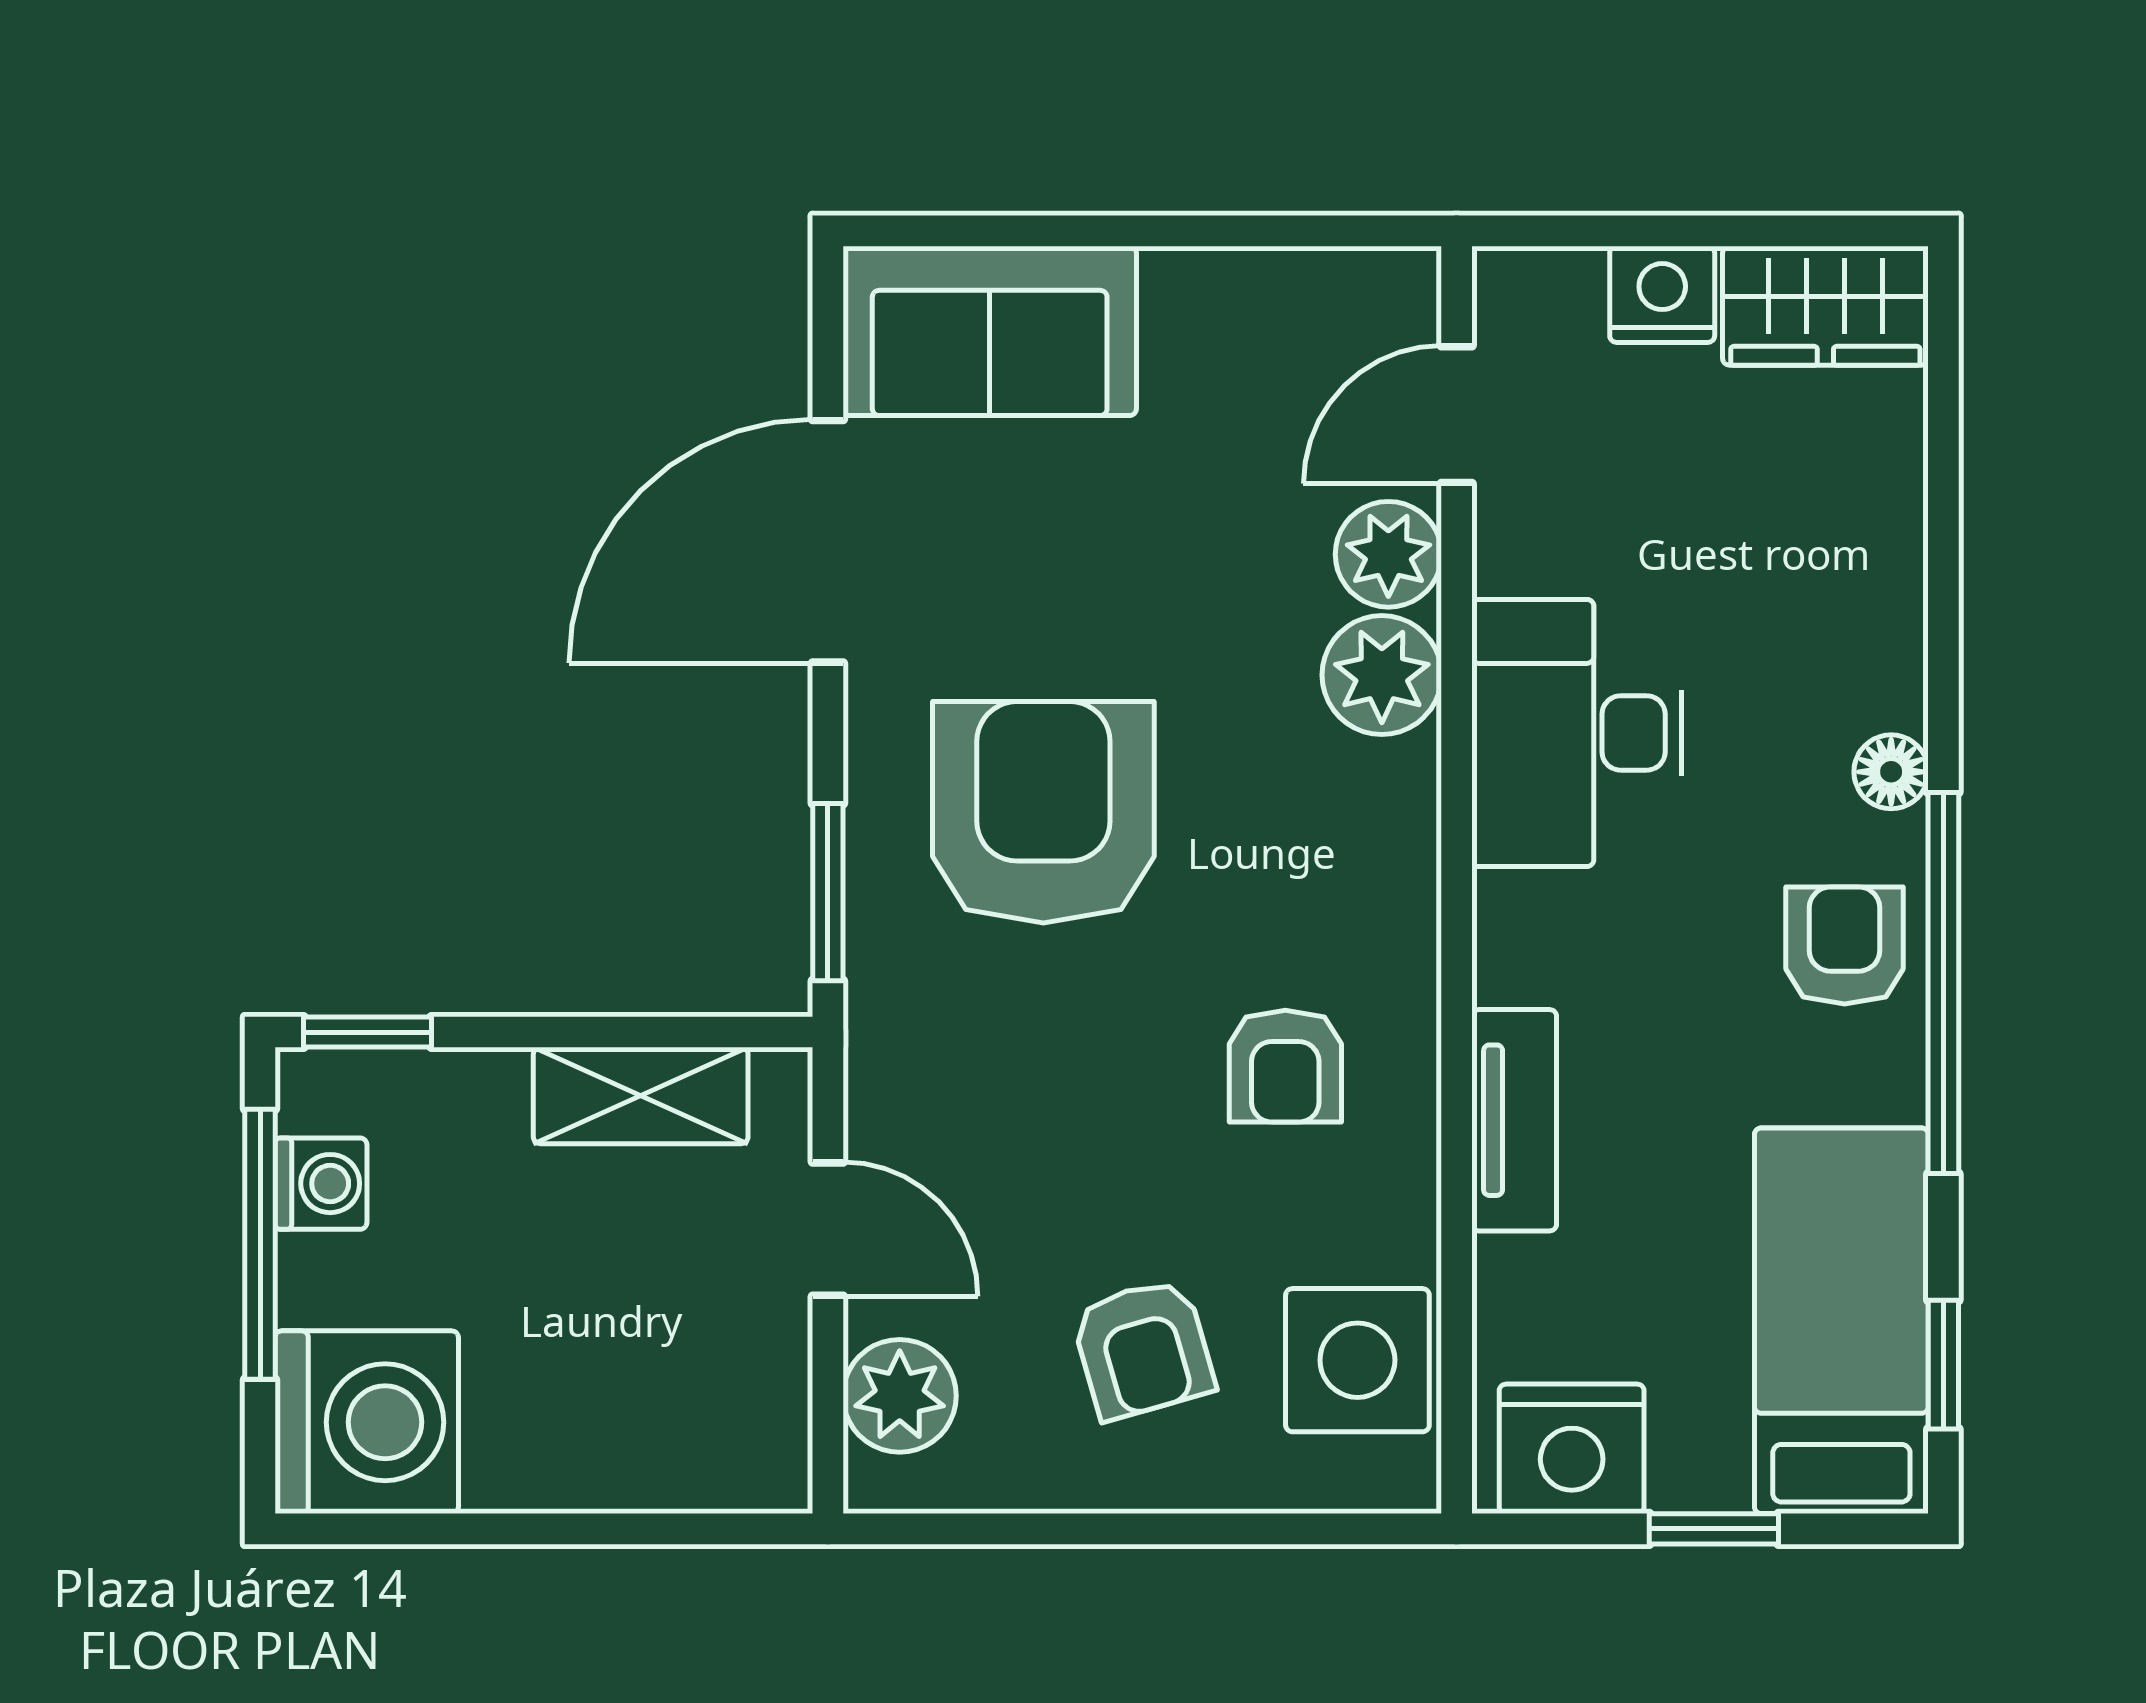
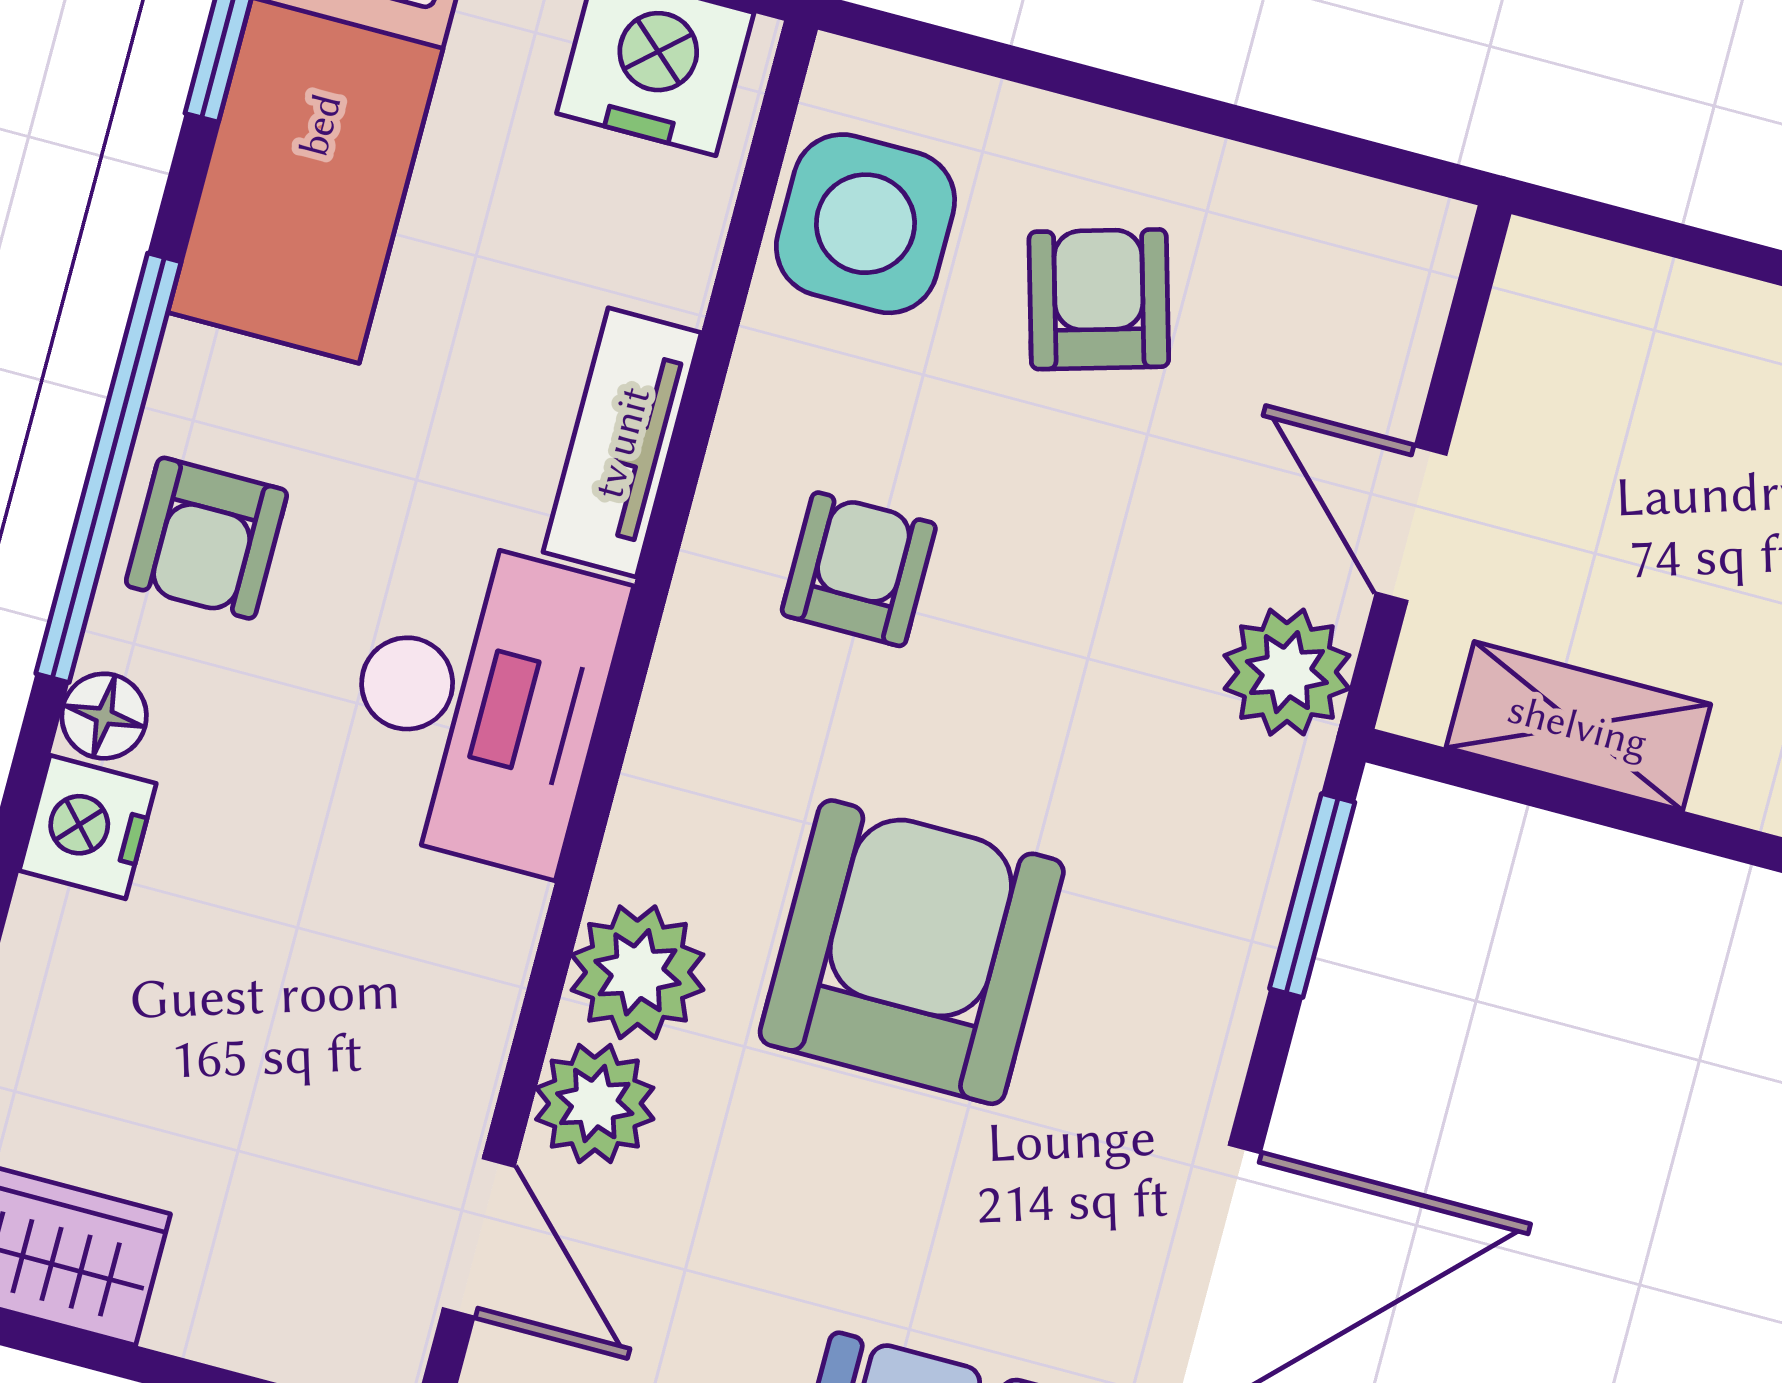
nightstand: (1662, 294) -> (88, 827), moved, turned 90
door: (1457, 415) -> (479, 1237), hinge flipped
desk: (1577, 733) -> (479, 703), moved
armchair: (1043, 812) -> (912, 952), moved, turned 180
plant: (900, 1396) -> (1287, 672), moved

